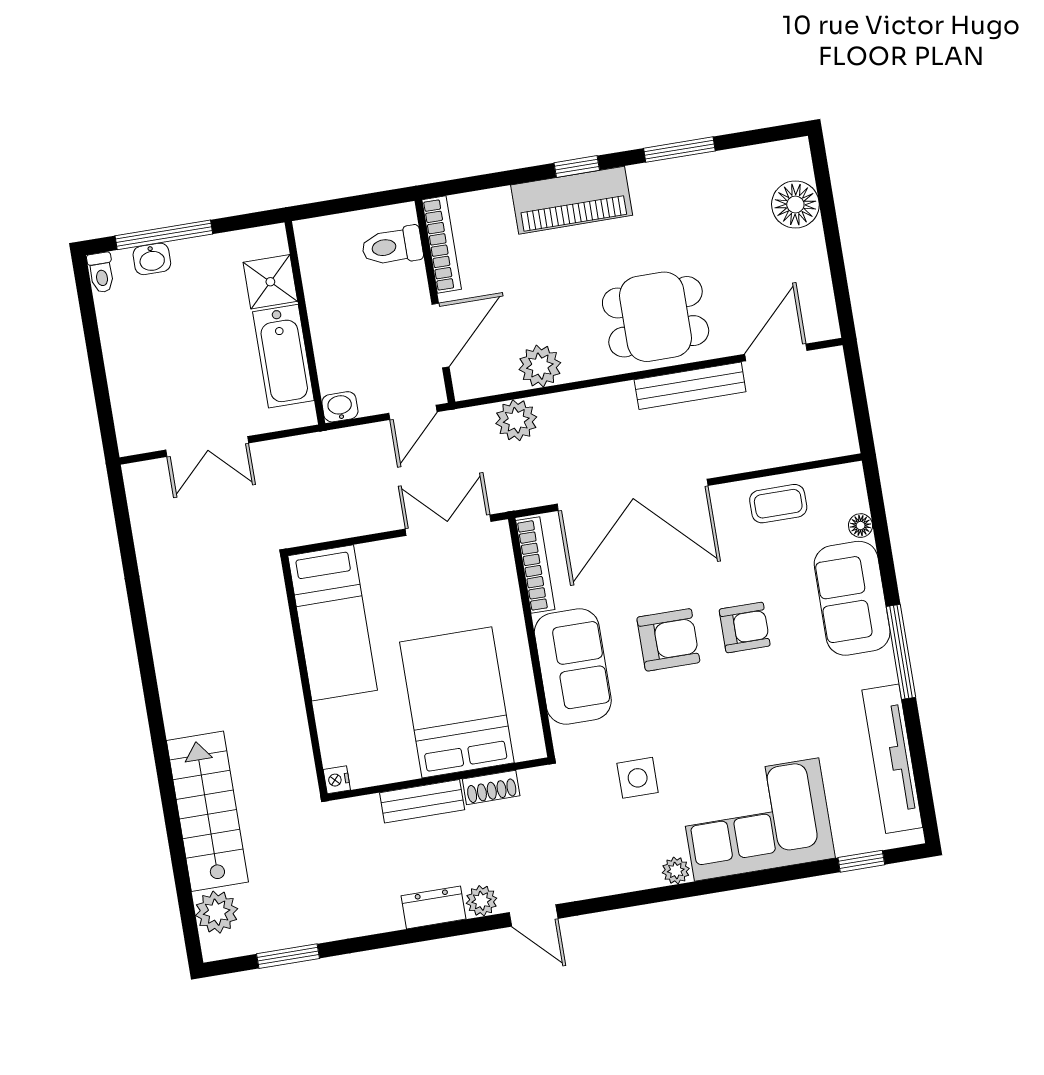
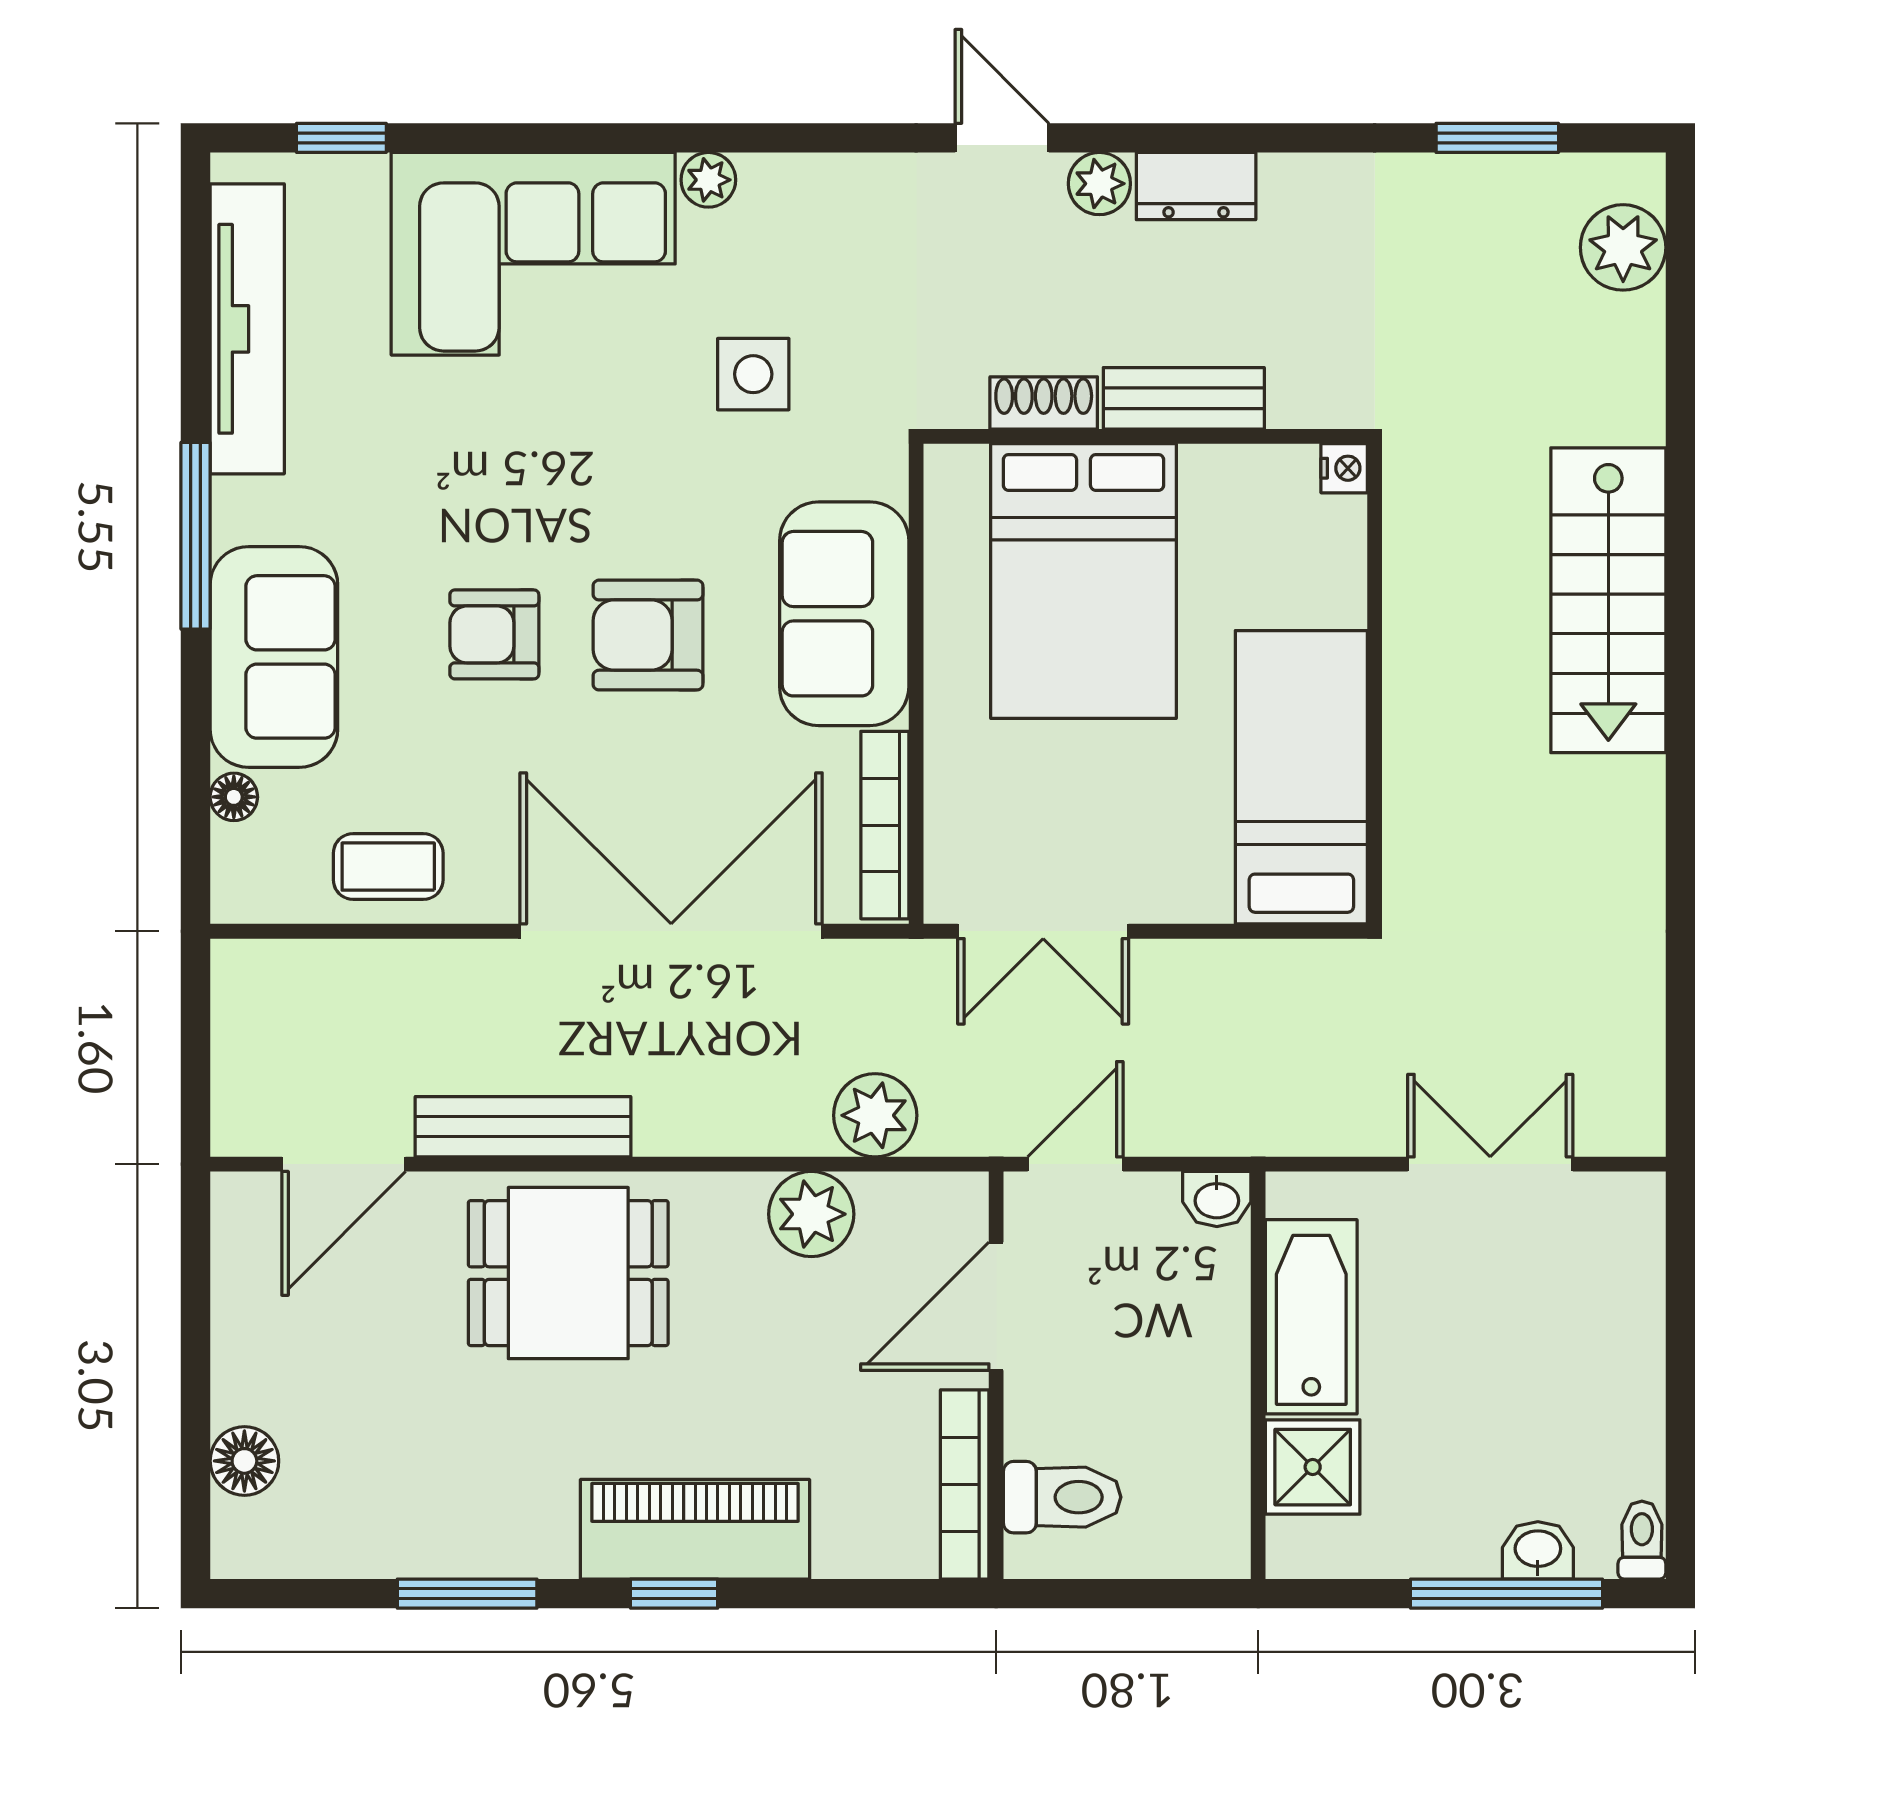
floor lamp: (795, 204) -> (244, 1461), width x0.73, depth x0.73
stairs: (207, 811) -> (1608, 600), moved

